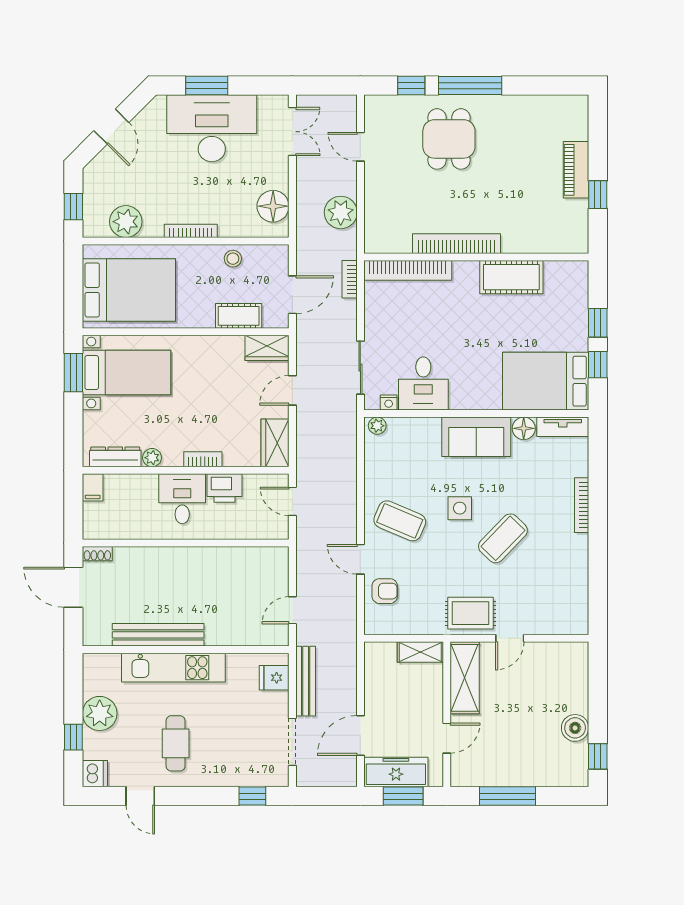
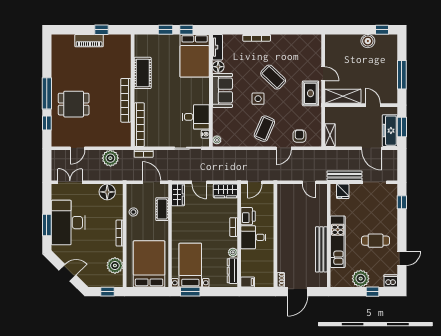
shelving: (420, 652) -> (330, 135), moved

